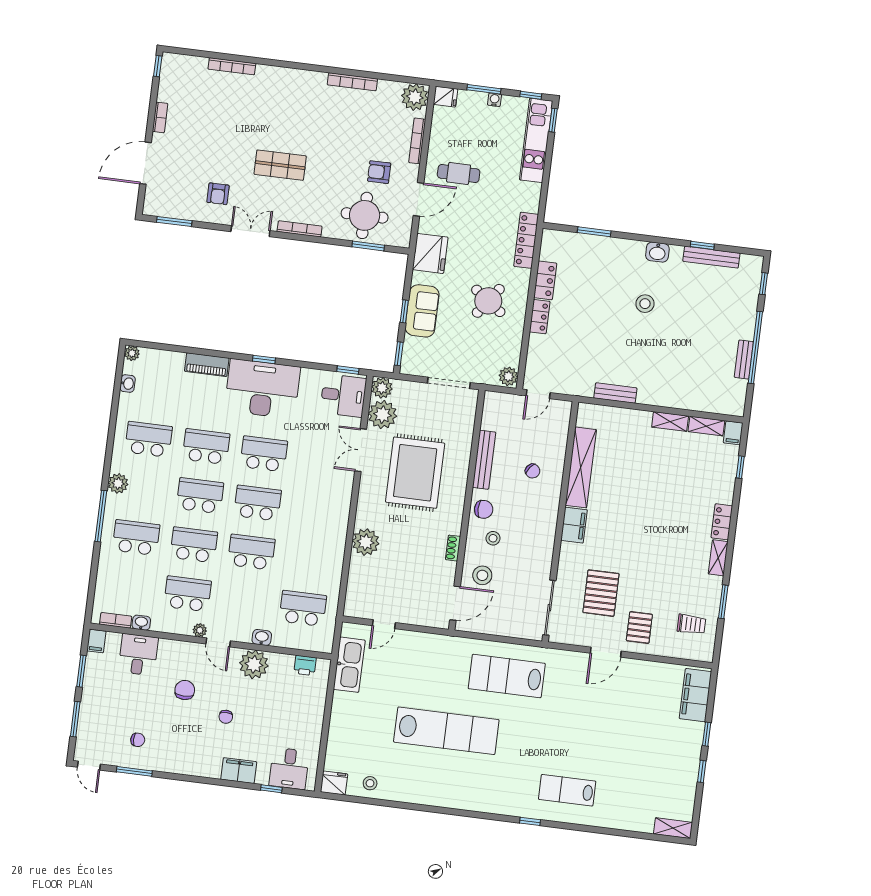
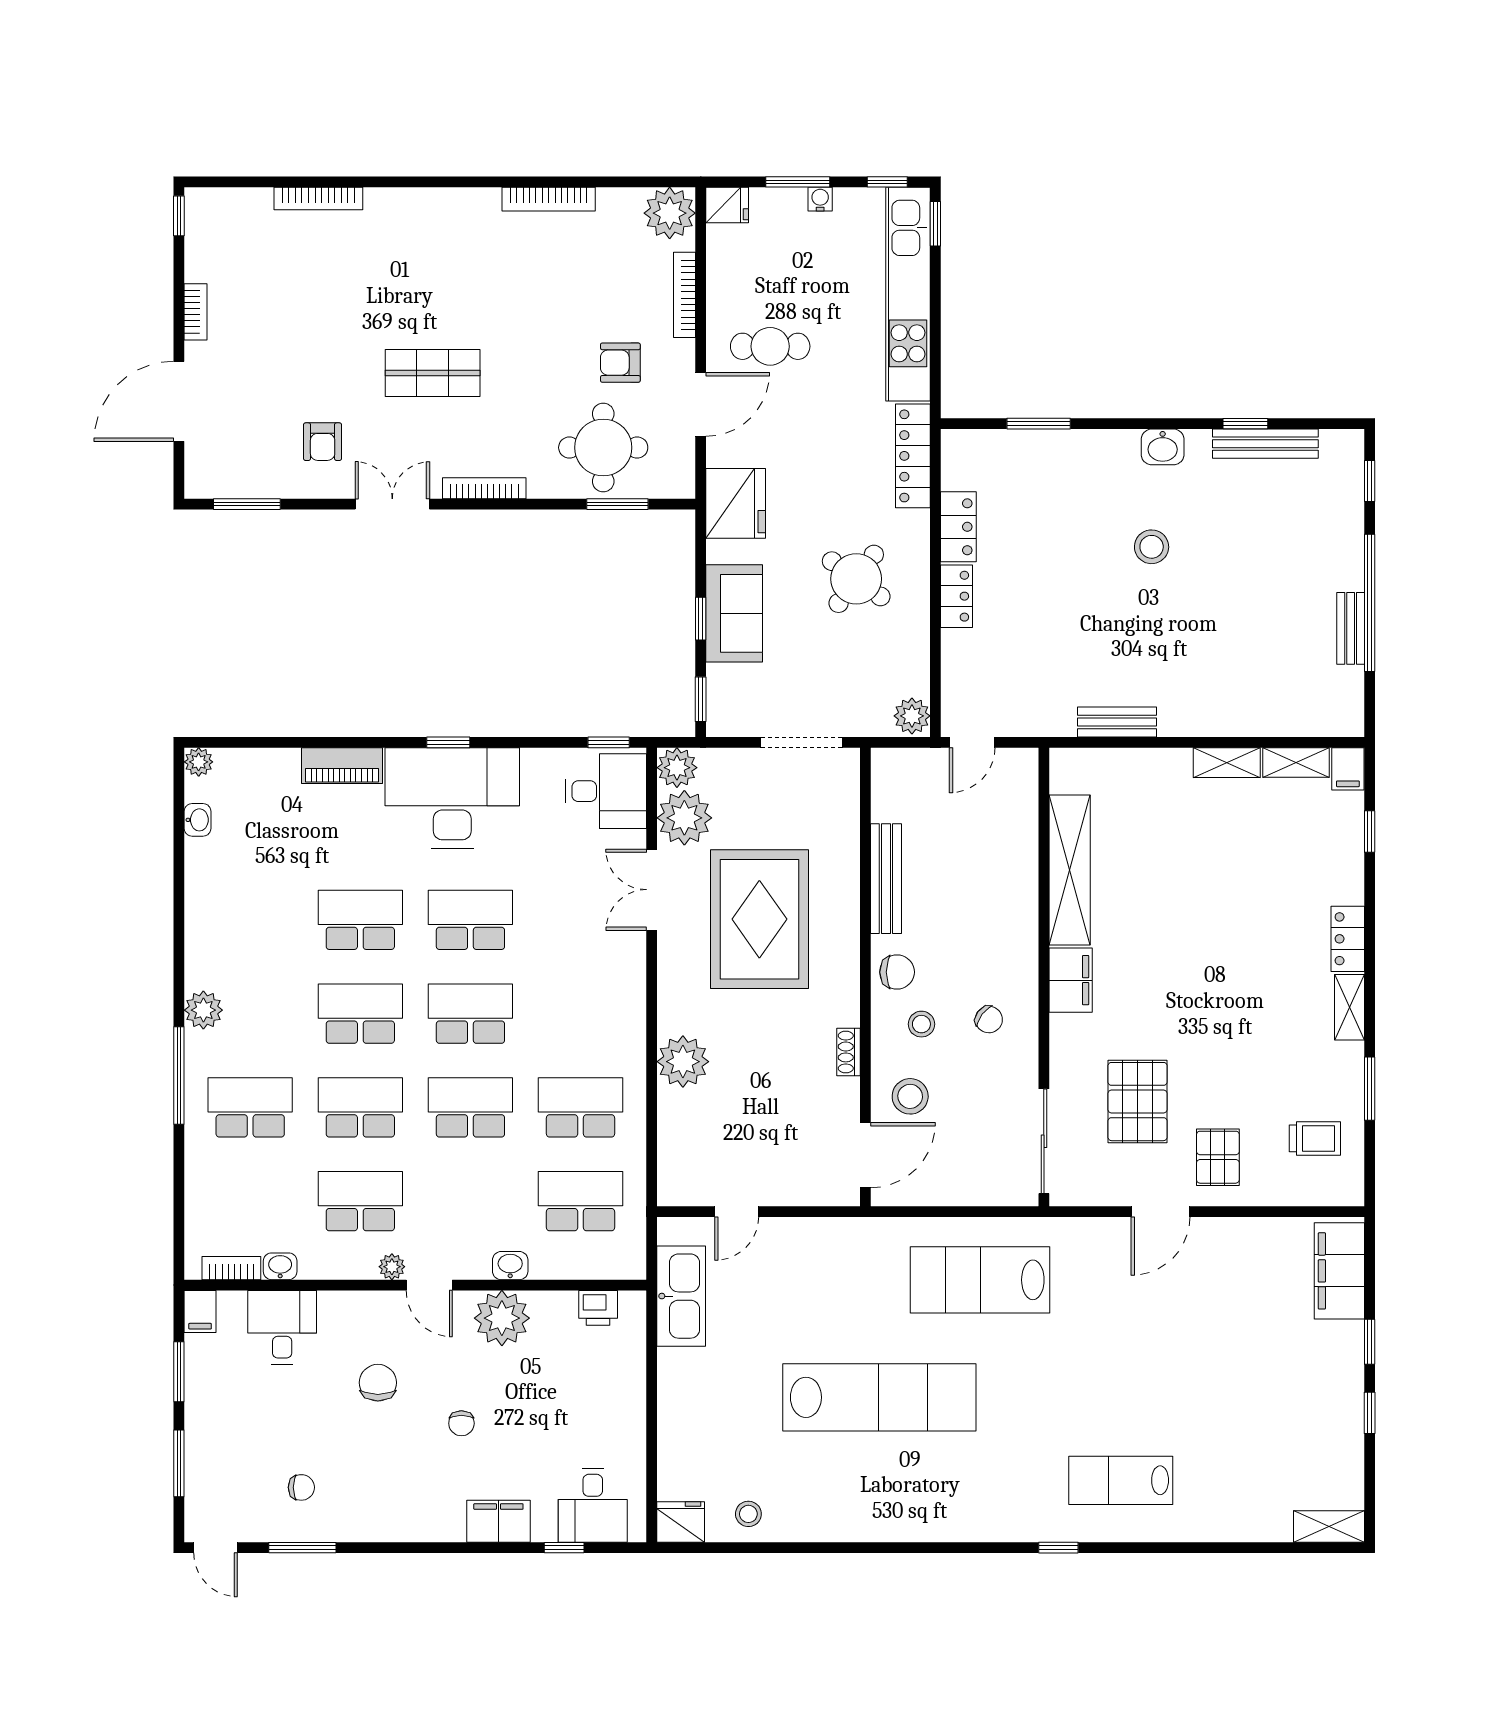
kitchen unit: (536, 140) -> (908, 294), width x1.36
school desk: (149, 439) -> (581, 1107), moved
chair: (533, 471) -> (989, 1020), moved

